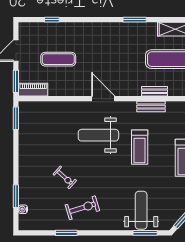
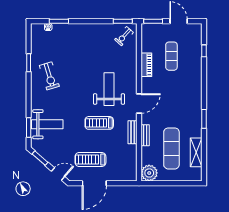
piano: (33, 90) -> (146, 65), moved
door: (103, 99) -> (139, 103), moved
exercise bike: (65, 177) -> (124, 36), moved

